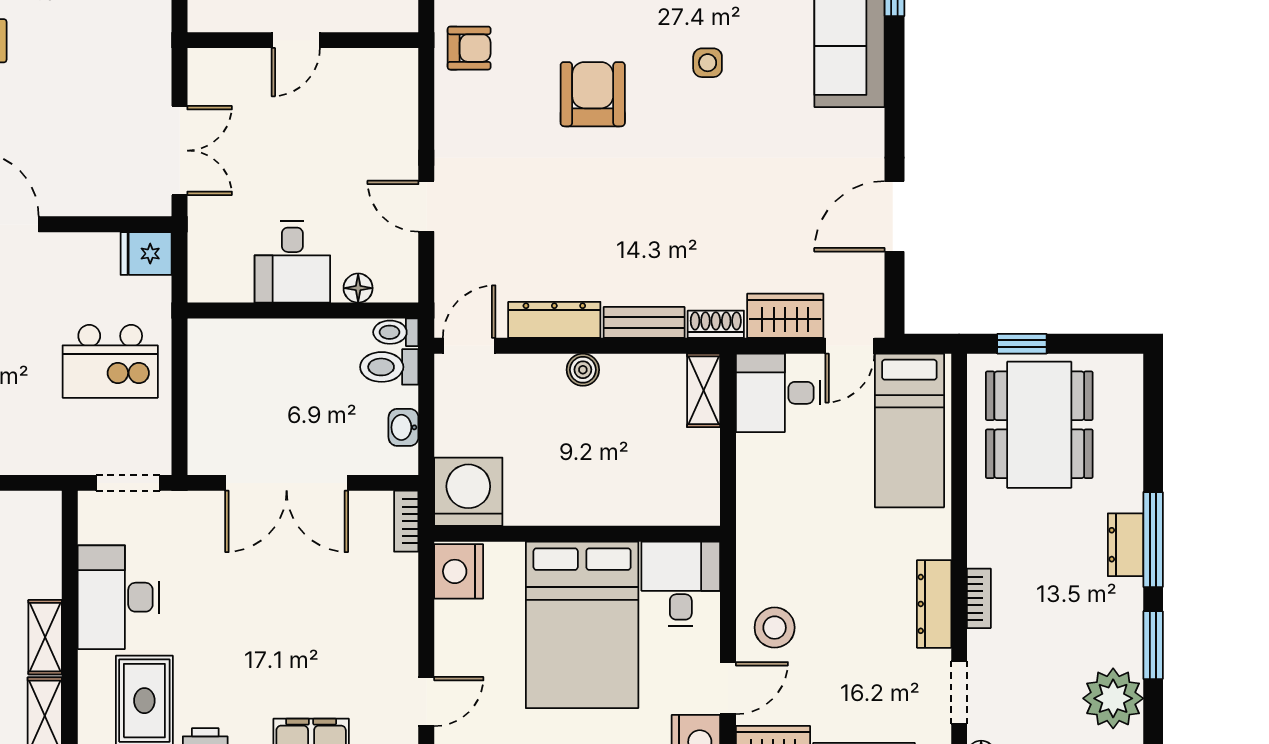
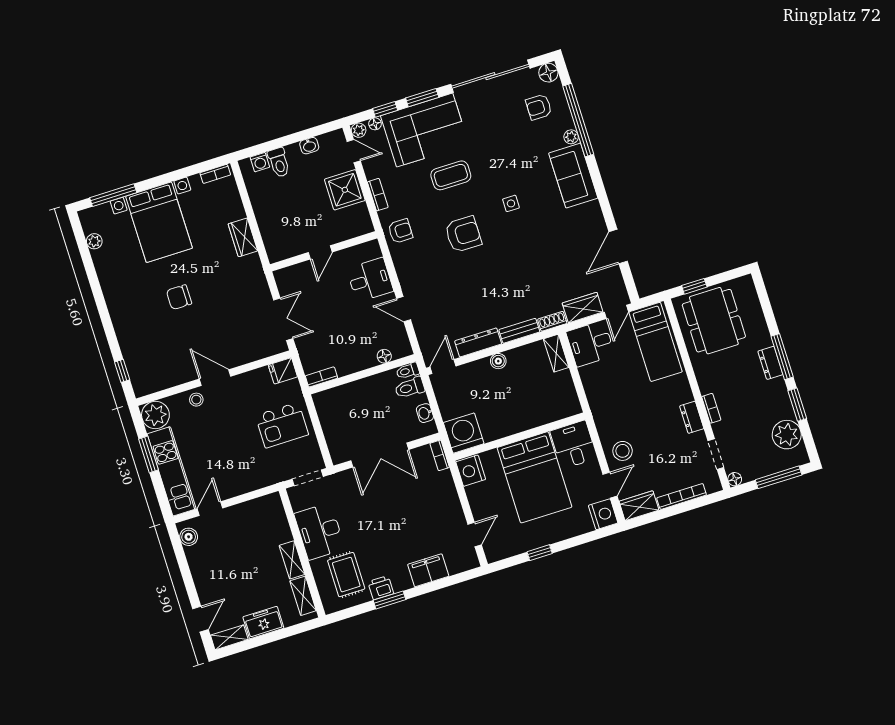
armchair: (593, 94) -> (463, 234), turned 90
desk: (292, 262) -> (370, 280), moved, turned -90
bookcase: (220, 290) -> (321, 377), added
dresser: (934, 604) -> (692, 417), width x0.70

